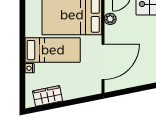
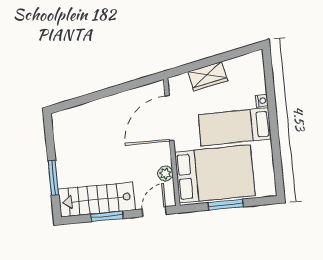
wardrobe: (48, 96) -> (208, 76), moved

